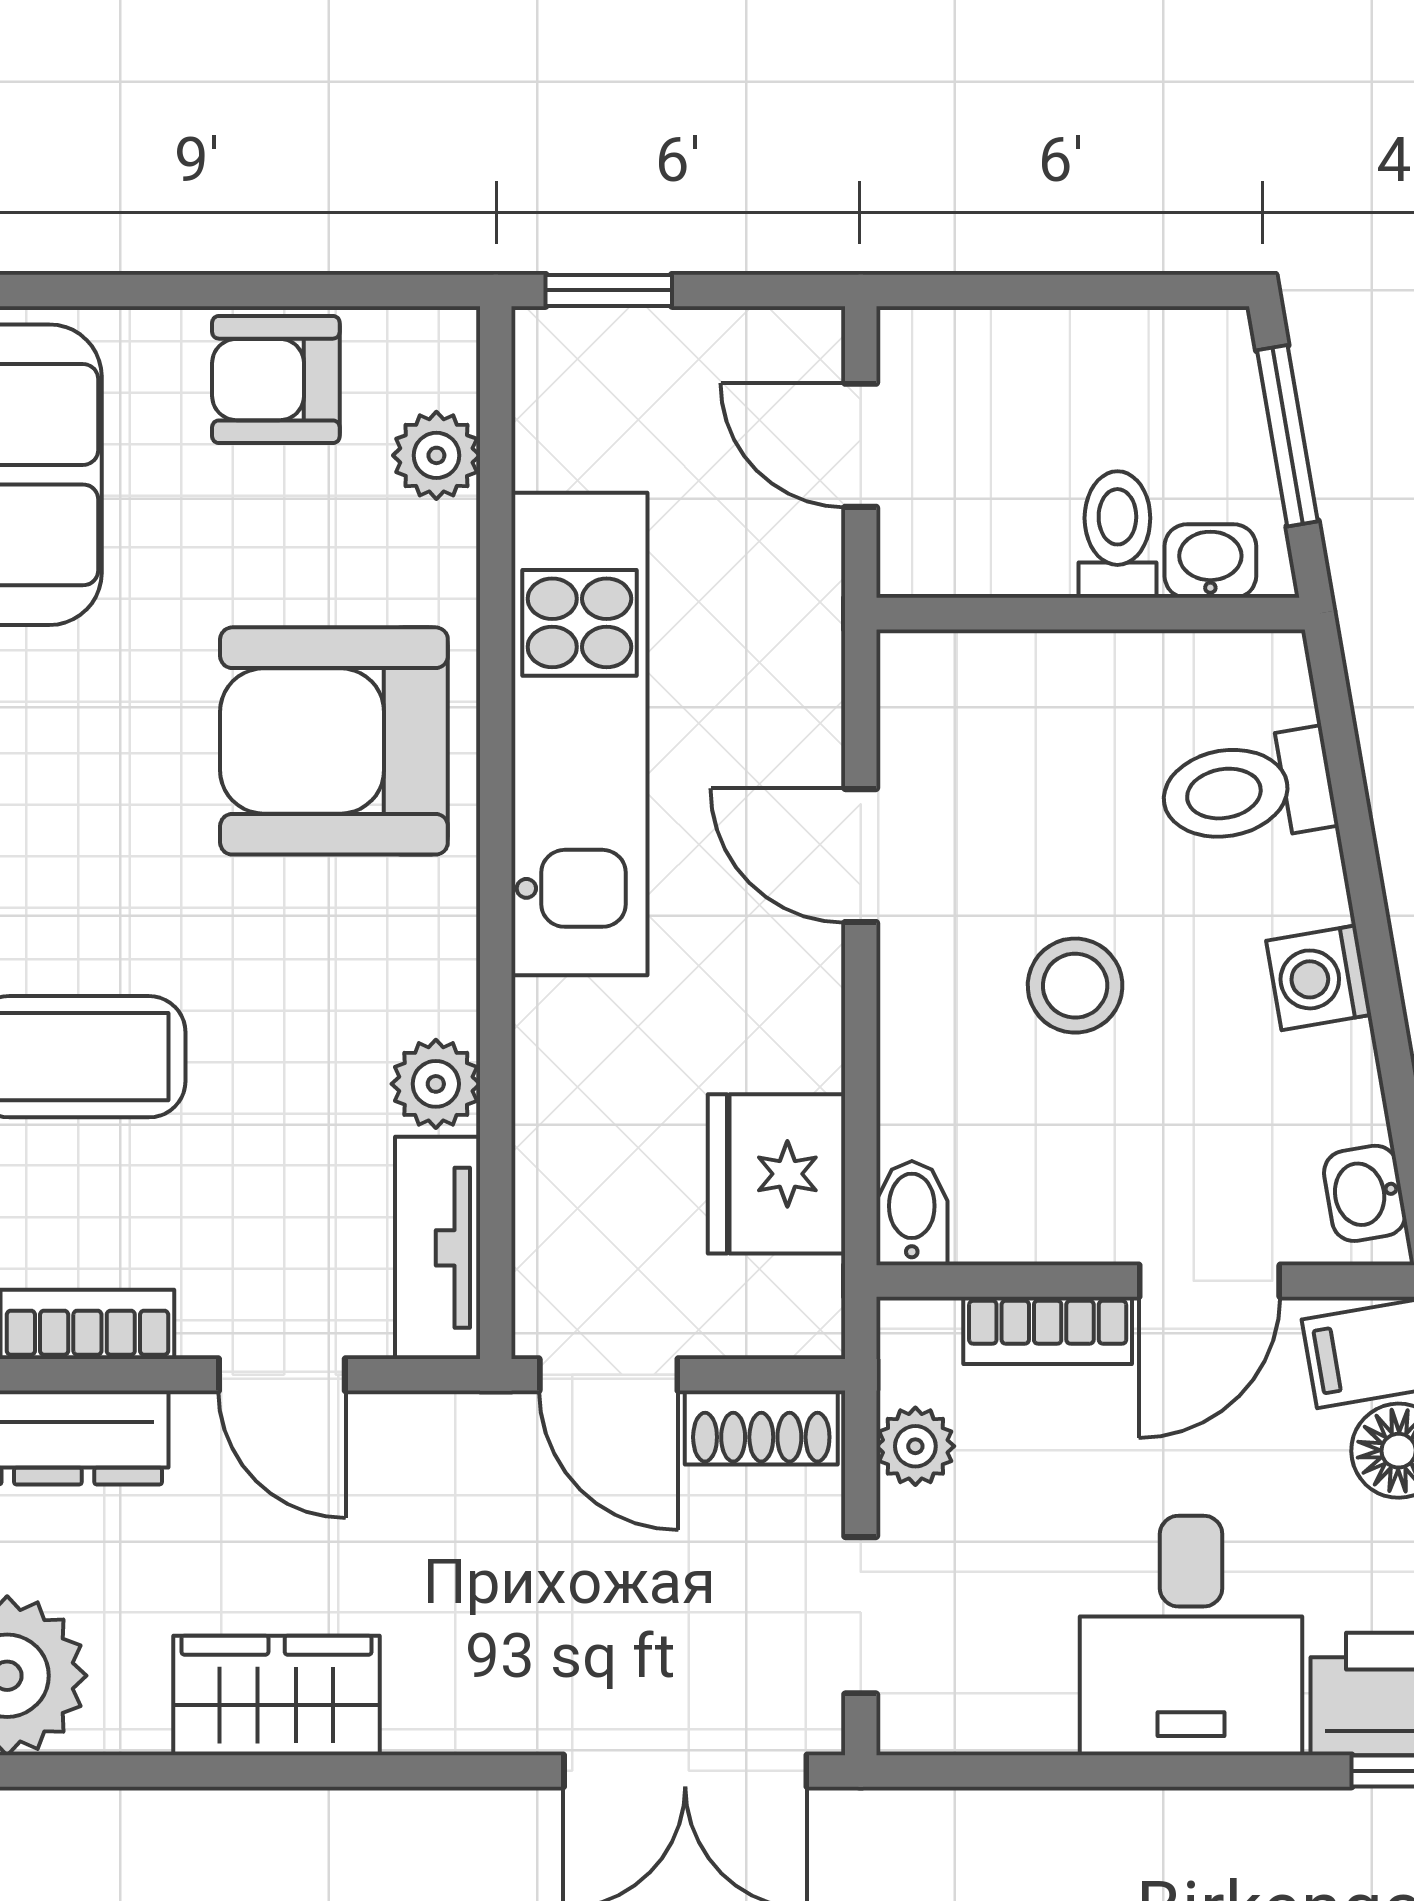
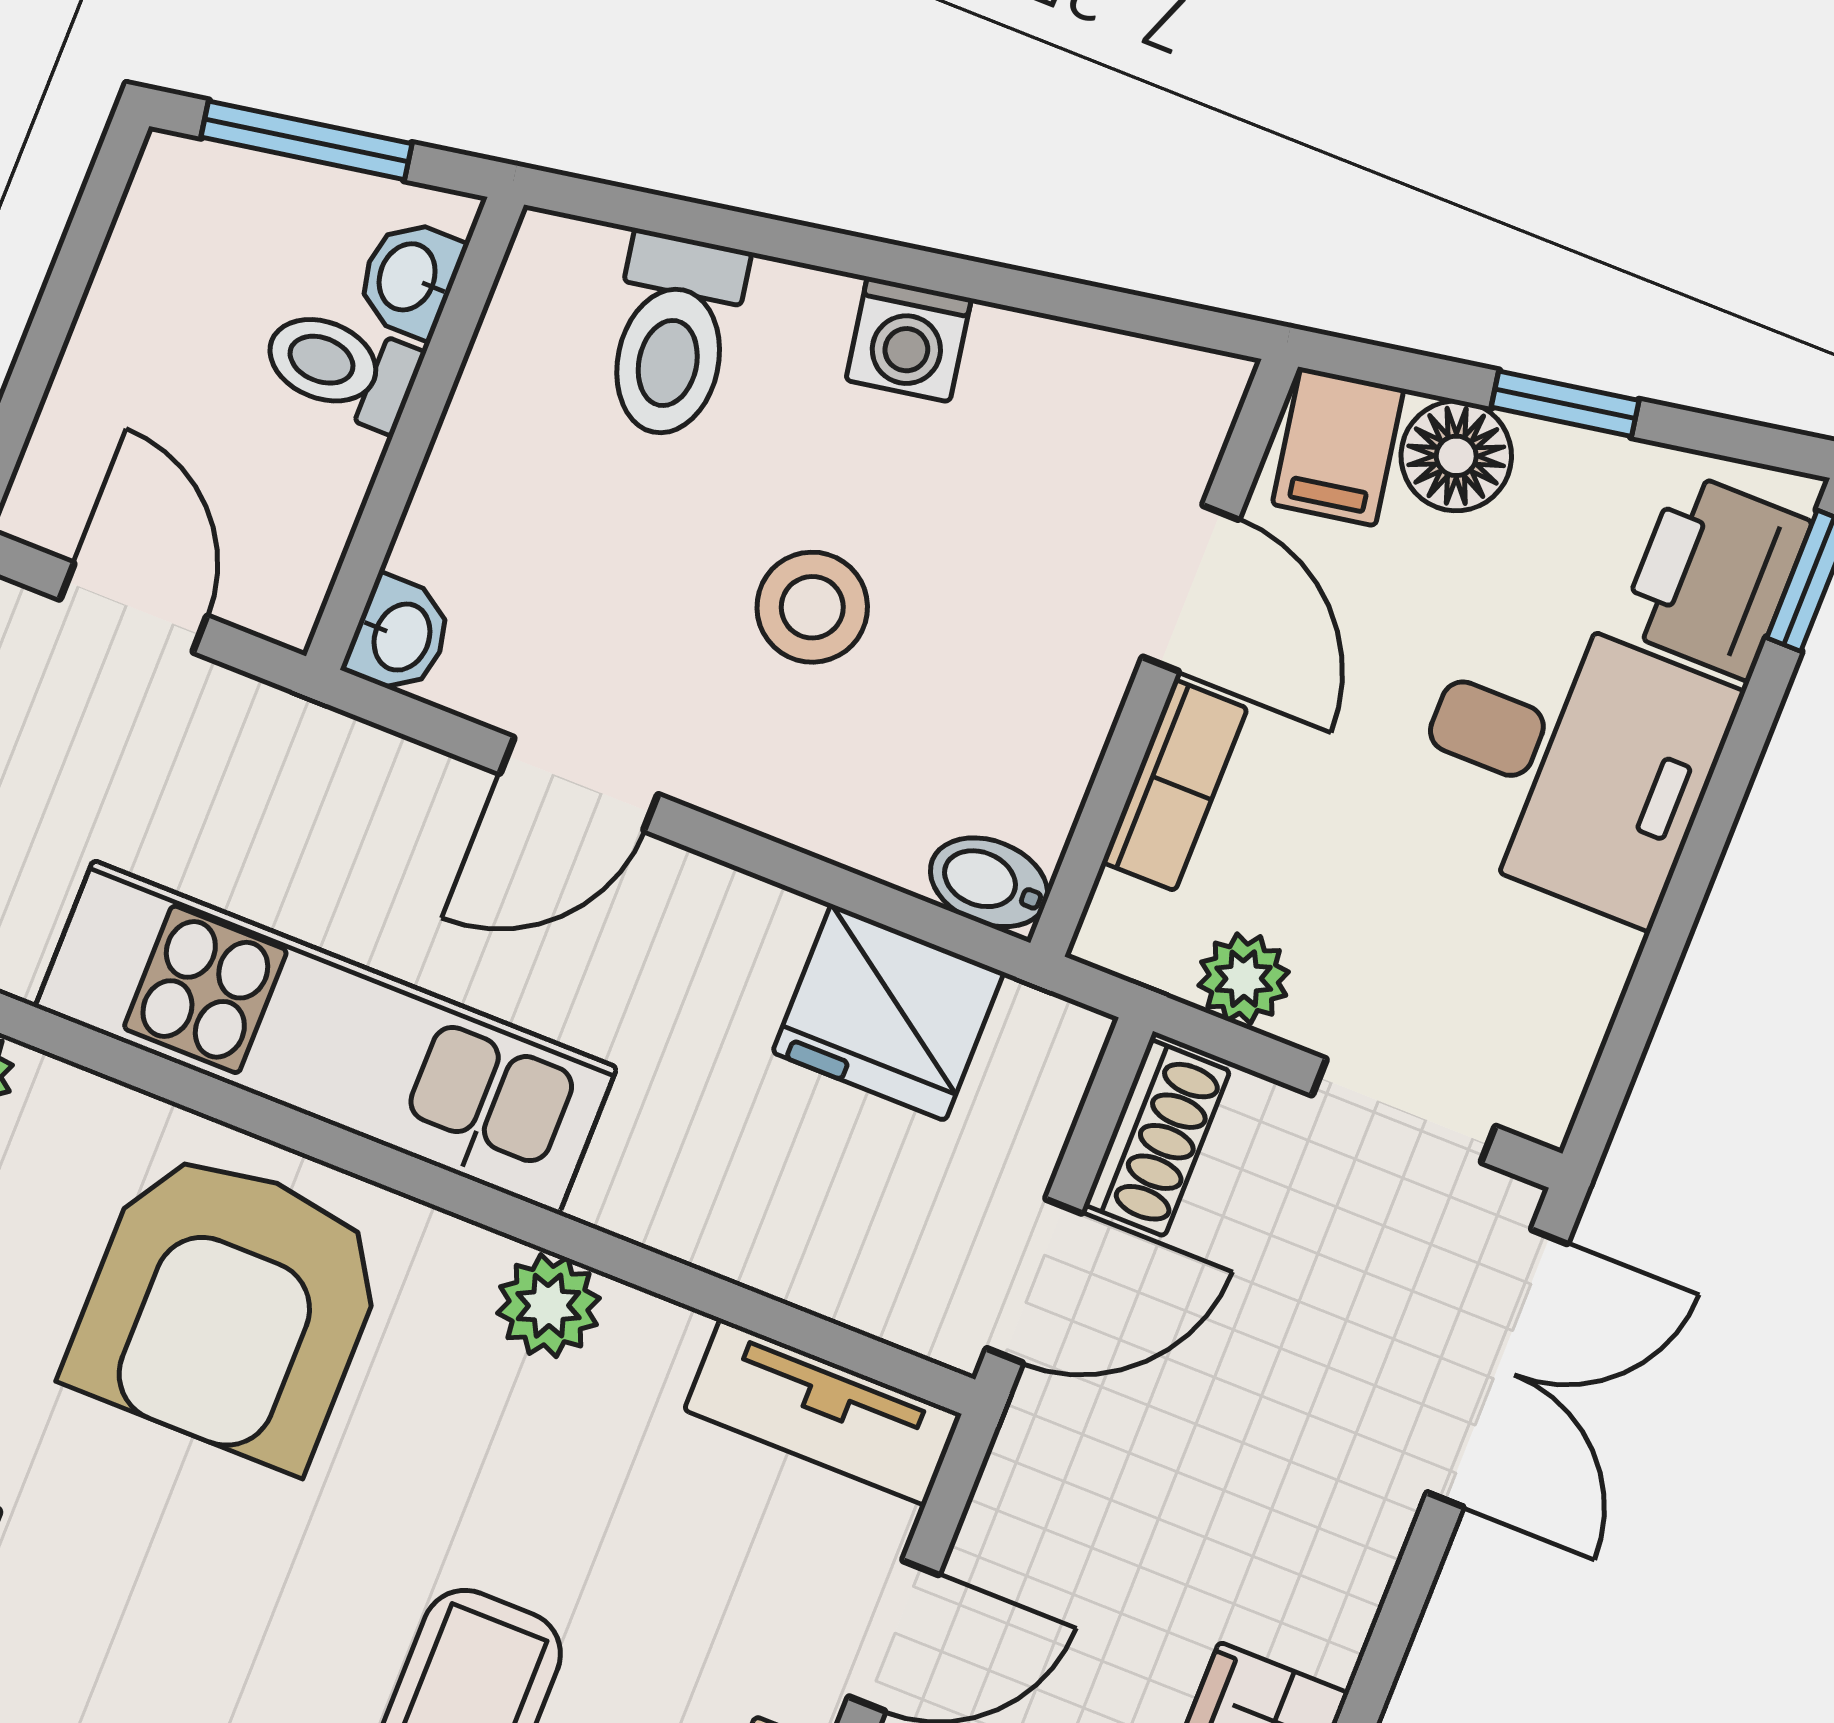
door: (861, 445) -> (133, 608), swing flipped
plant: (436, 1084) -> (548, 1306), moved
washbasin: (1365, 1193) -> (400, 636), moved, turned -80

